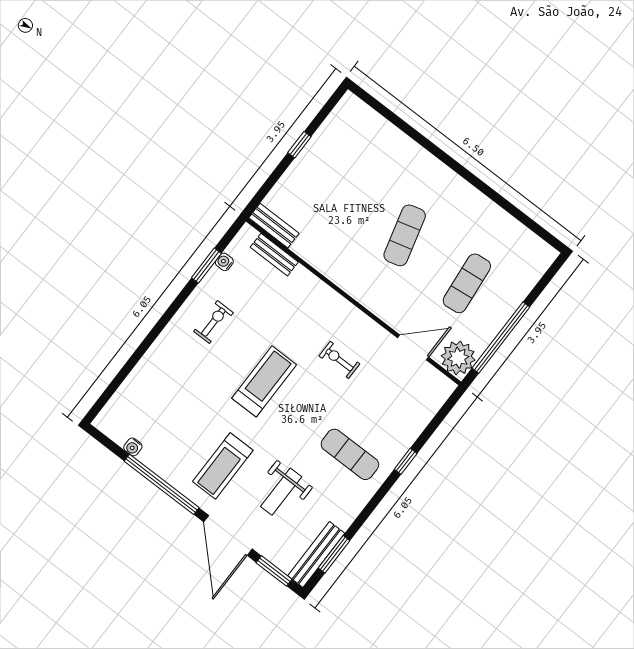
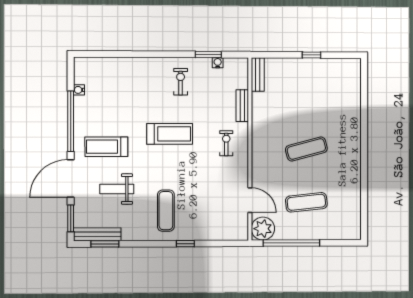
bench: (274, 255) -> (242, 106), moved
exercise bike: (213, 322) -> (181, 82), turned -90
exercise bike: (339, 360) -> (226, 143), moved

